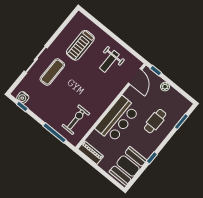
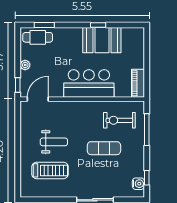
weight bench: (109, 61) -> (54, 142), moved
exercise mat: (52, 72) -> (104, 148), moved
cafe table: (155, 121) -> (38, 37), moved
booth: (128, 166) -> (102, 40), moved

